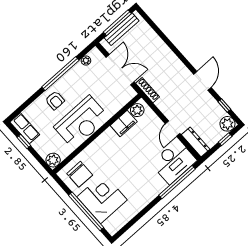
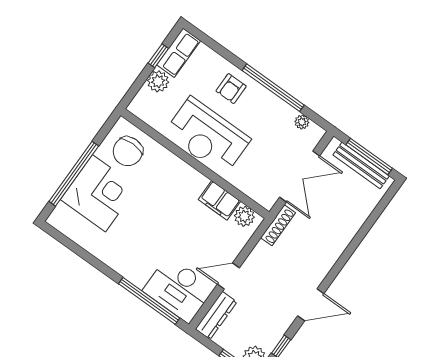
plant: (53, 160) -> (158, 81), moved

